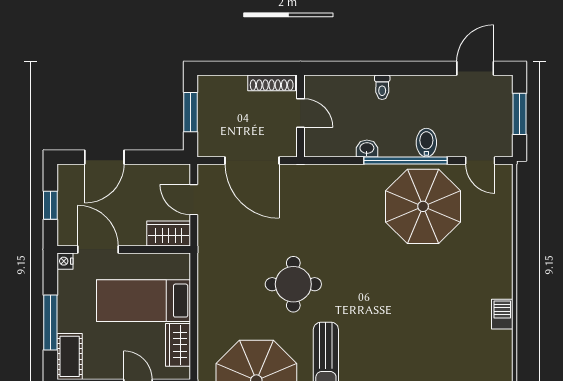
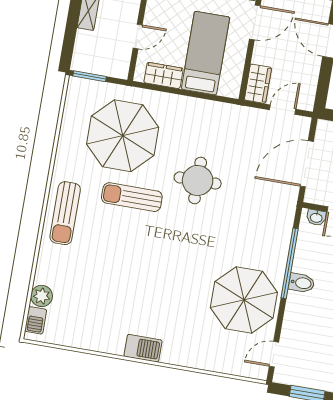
bidet: (426, 143) -> (302, 283), moved
washbasin: (367, 149) -> (316, 217), moved, turned 90
window: (406, 160) -> (290, 263), moved
barbecue: (502, 314) -> (143, 348), width x1.38, depth x1.27

